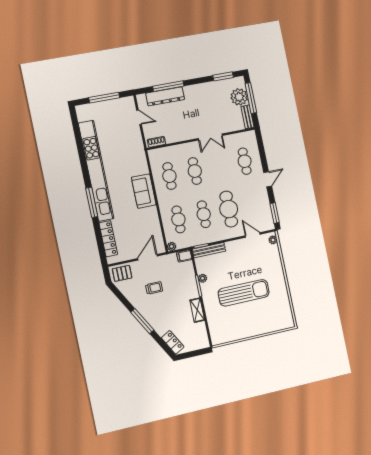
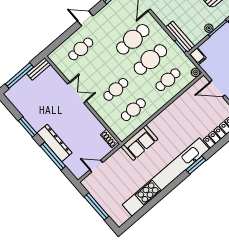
window: (223, 76) -> (28, 127), moved
dresser: (165, 96) -> (54, 143), moved
plant: (239, 97) -> (25, 87), removed
door: (139, 117) -> (96, 166), hinge flipped
sofa: (144, 191) -> (139, 143), moved
window: (92, 202) -> (196, 165), width x0.69
cafe table: (204, 214) -> (150, 60), width x1.37, depth x1.35

